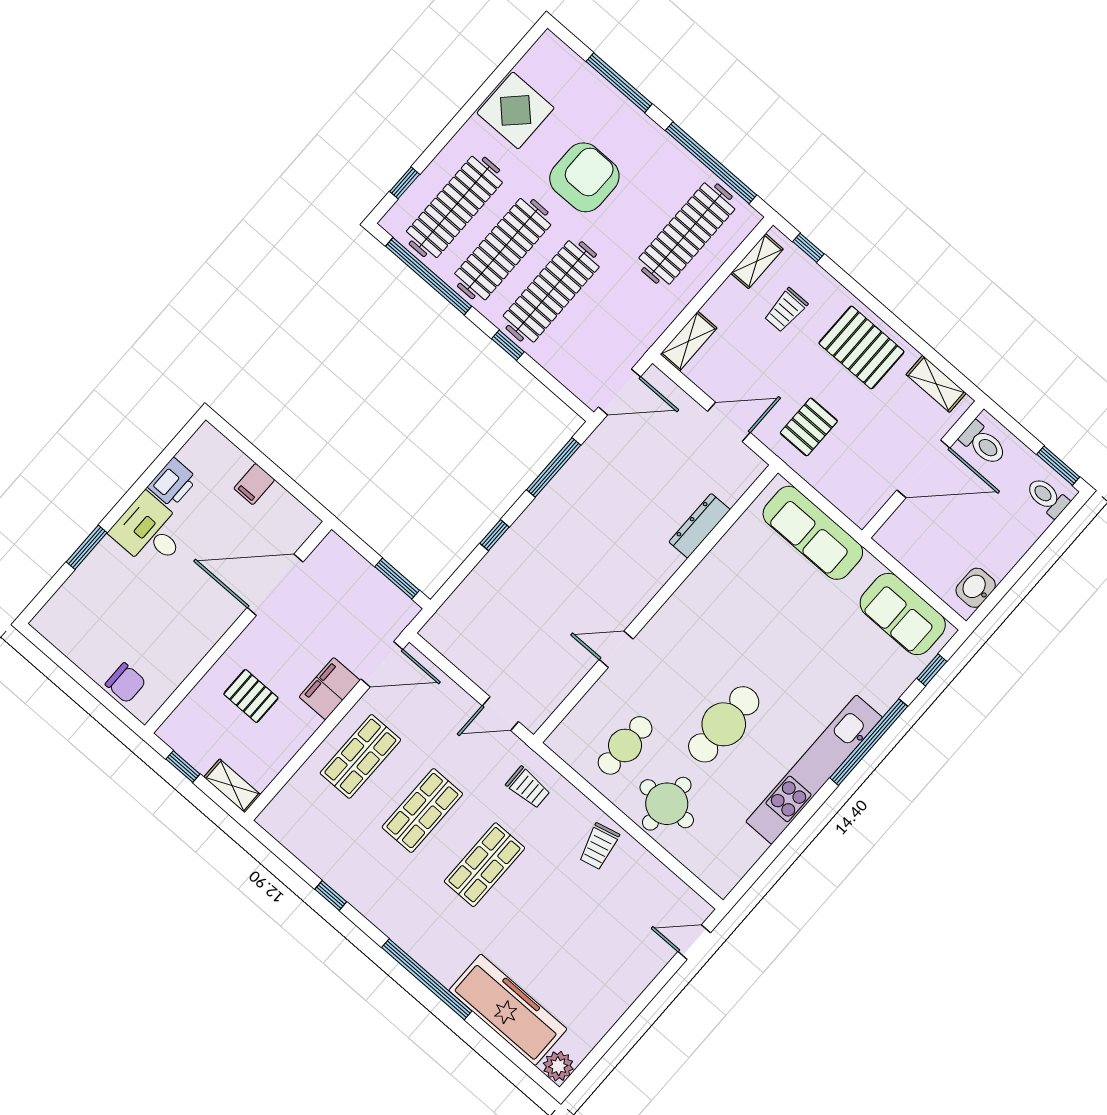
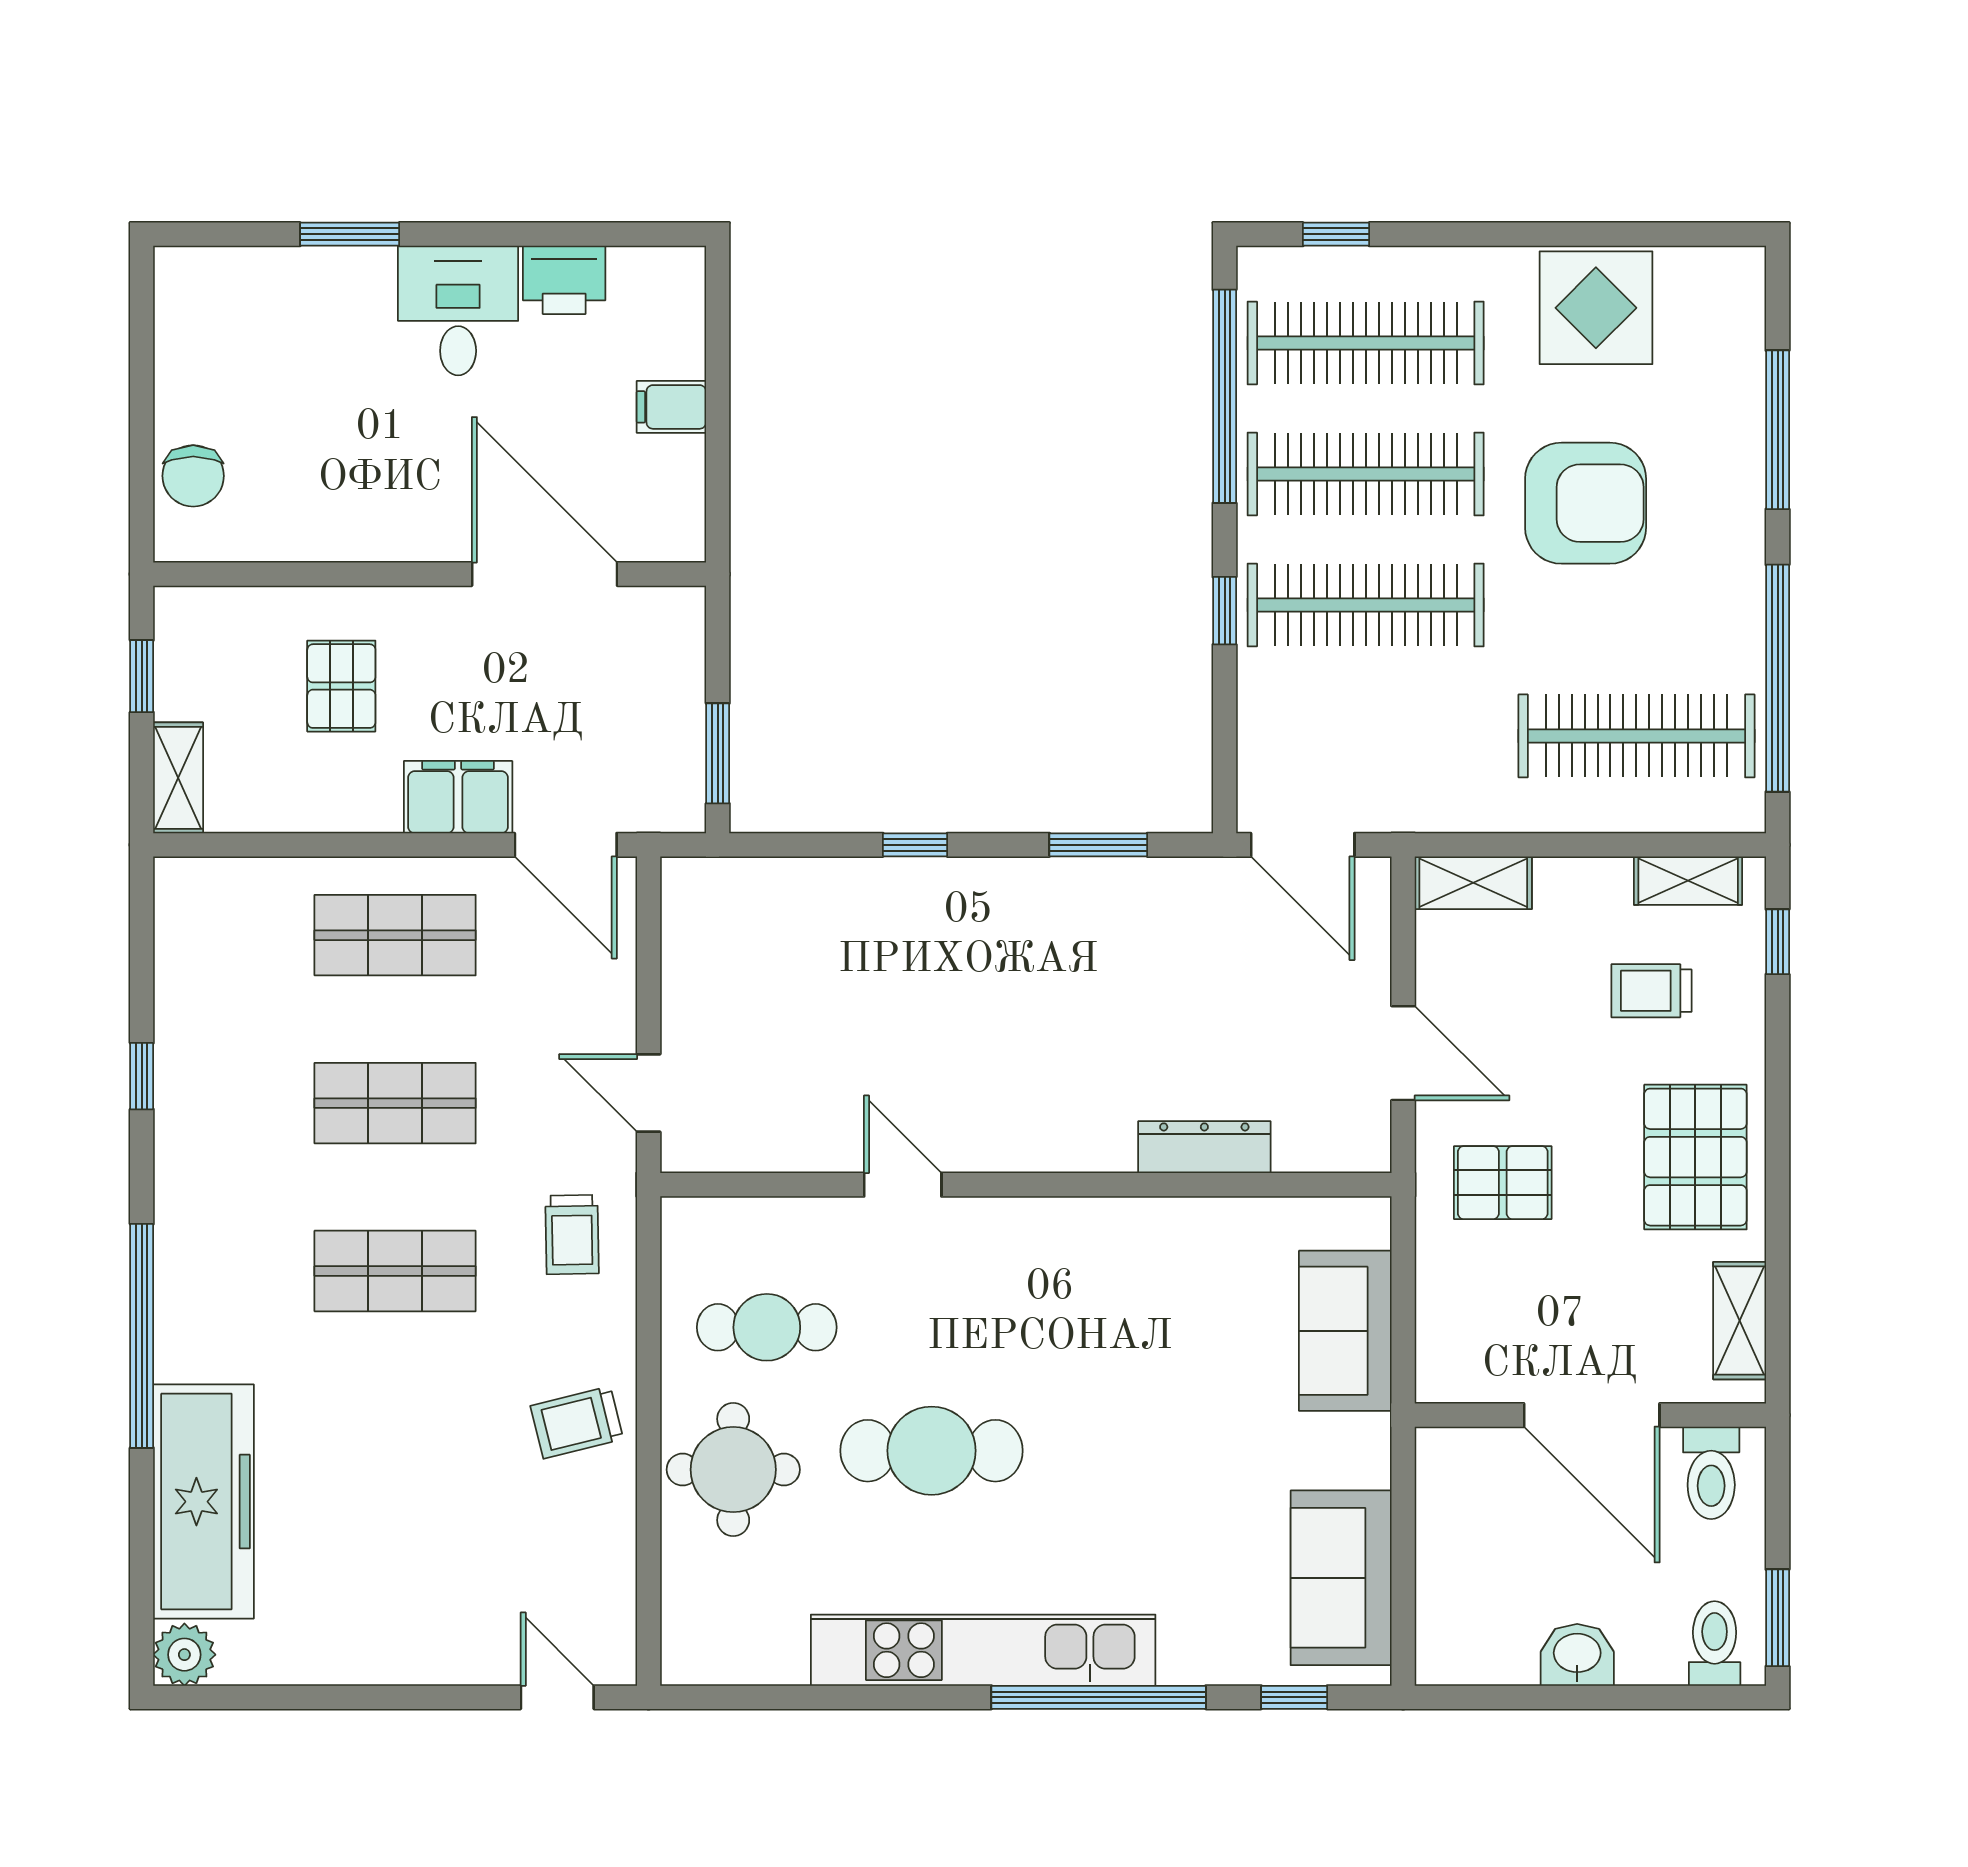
window: (554, 467) -> (1098, 845), width x0.69
sofa: (813, 533) -> (1345, 1331), width x0.73
washbasin: (976, 588) -> (1577, 1655), moved

